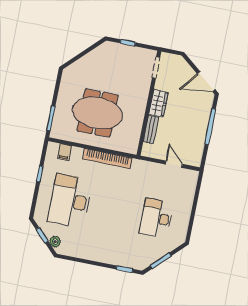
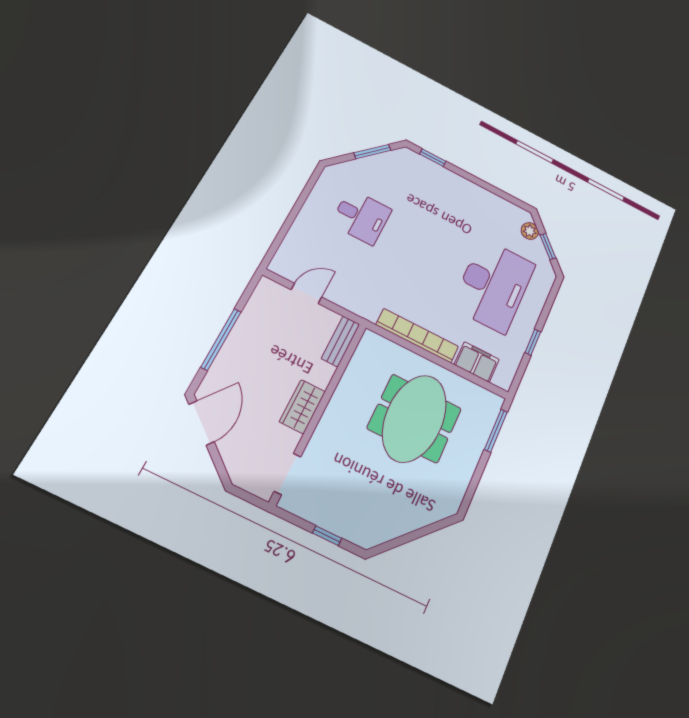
door: (206, 82) -> (201, 423), hinge flipped
meeting table: (98, 113) -> (415, 418), turned 90
bench: (151, 130) -> (341, 341), moved
filing cabinet: (65, 152) -> (477, 362), width x2.00
door: (174, 164) -> (306, 293), swing flipped
desk: (156, 218) -> (361, 217), width x0.73

